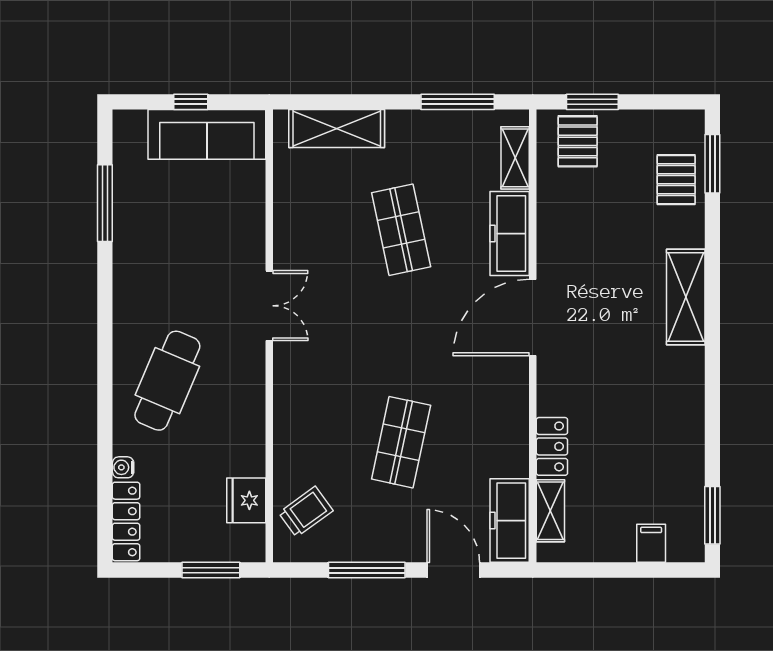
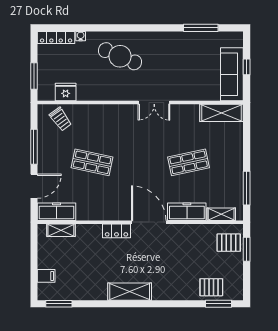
shelving: (337, 128) -> (222, 113), moved, turned 90
shelving: (686, 297) -> (130, 292), moved
locker: (552, 446) -> (116, 231), moved

